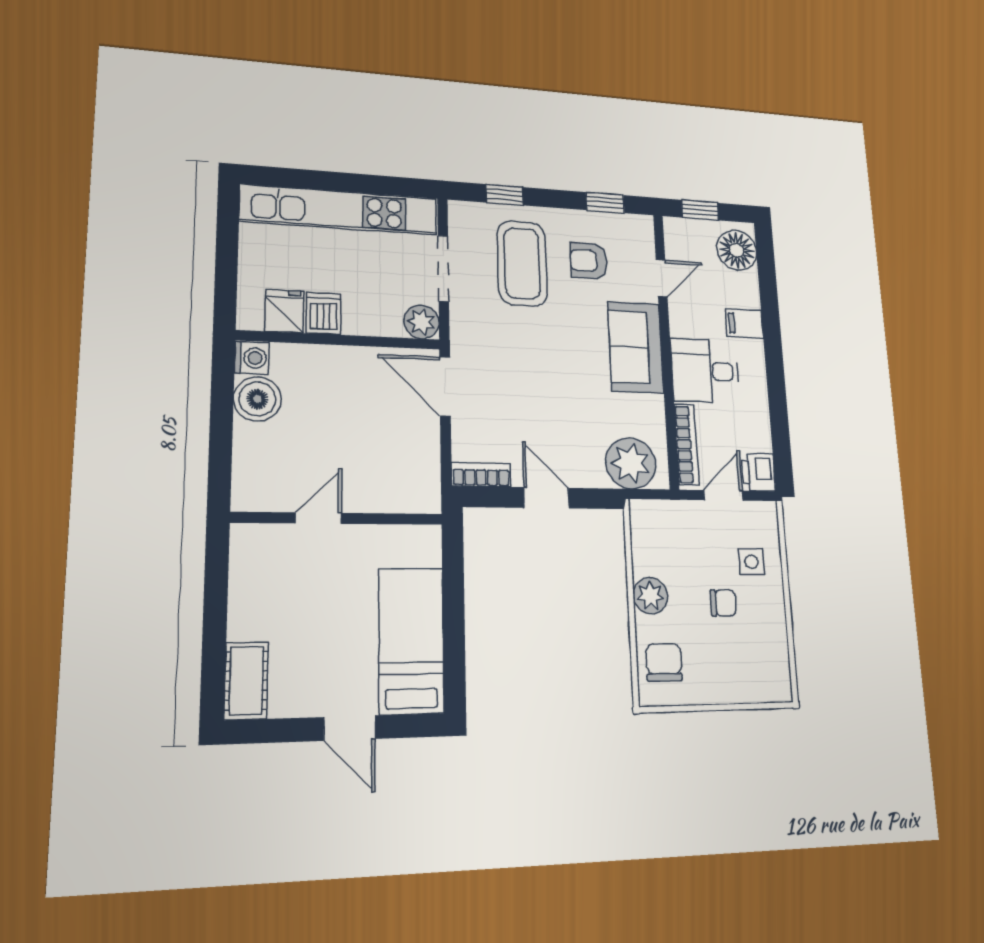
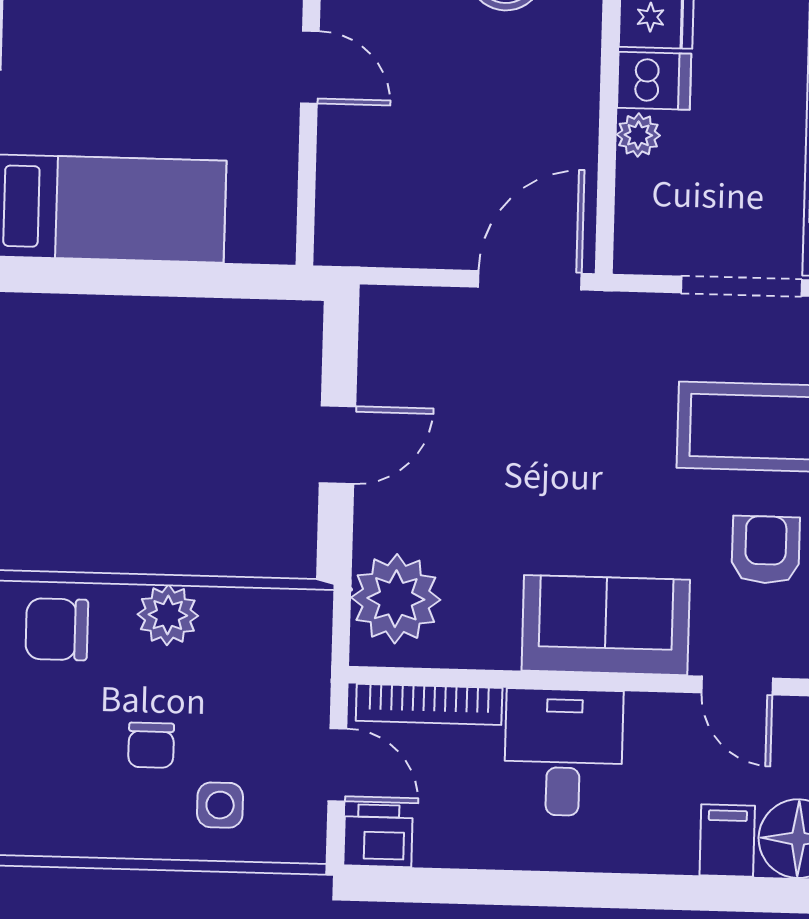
plant: (421, 322) -> (638, 135), moved, width x0.73, depth x0.73
filing cabinet: (744, 324) -> (727, 841), moved
bookcase: (481, 475) -> (378, 335), removed
chair: (664, 662) -> (57, 629), turned 180

